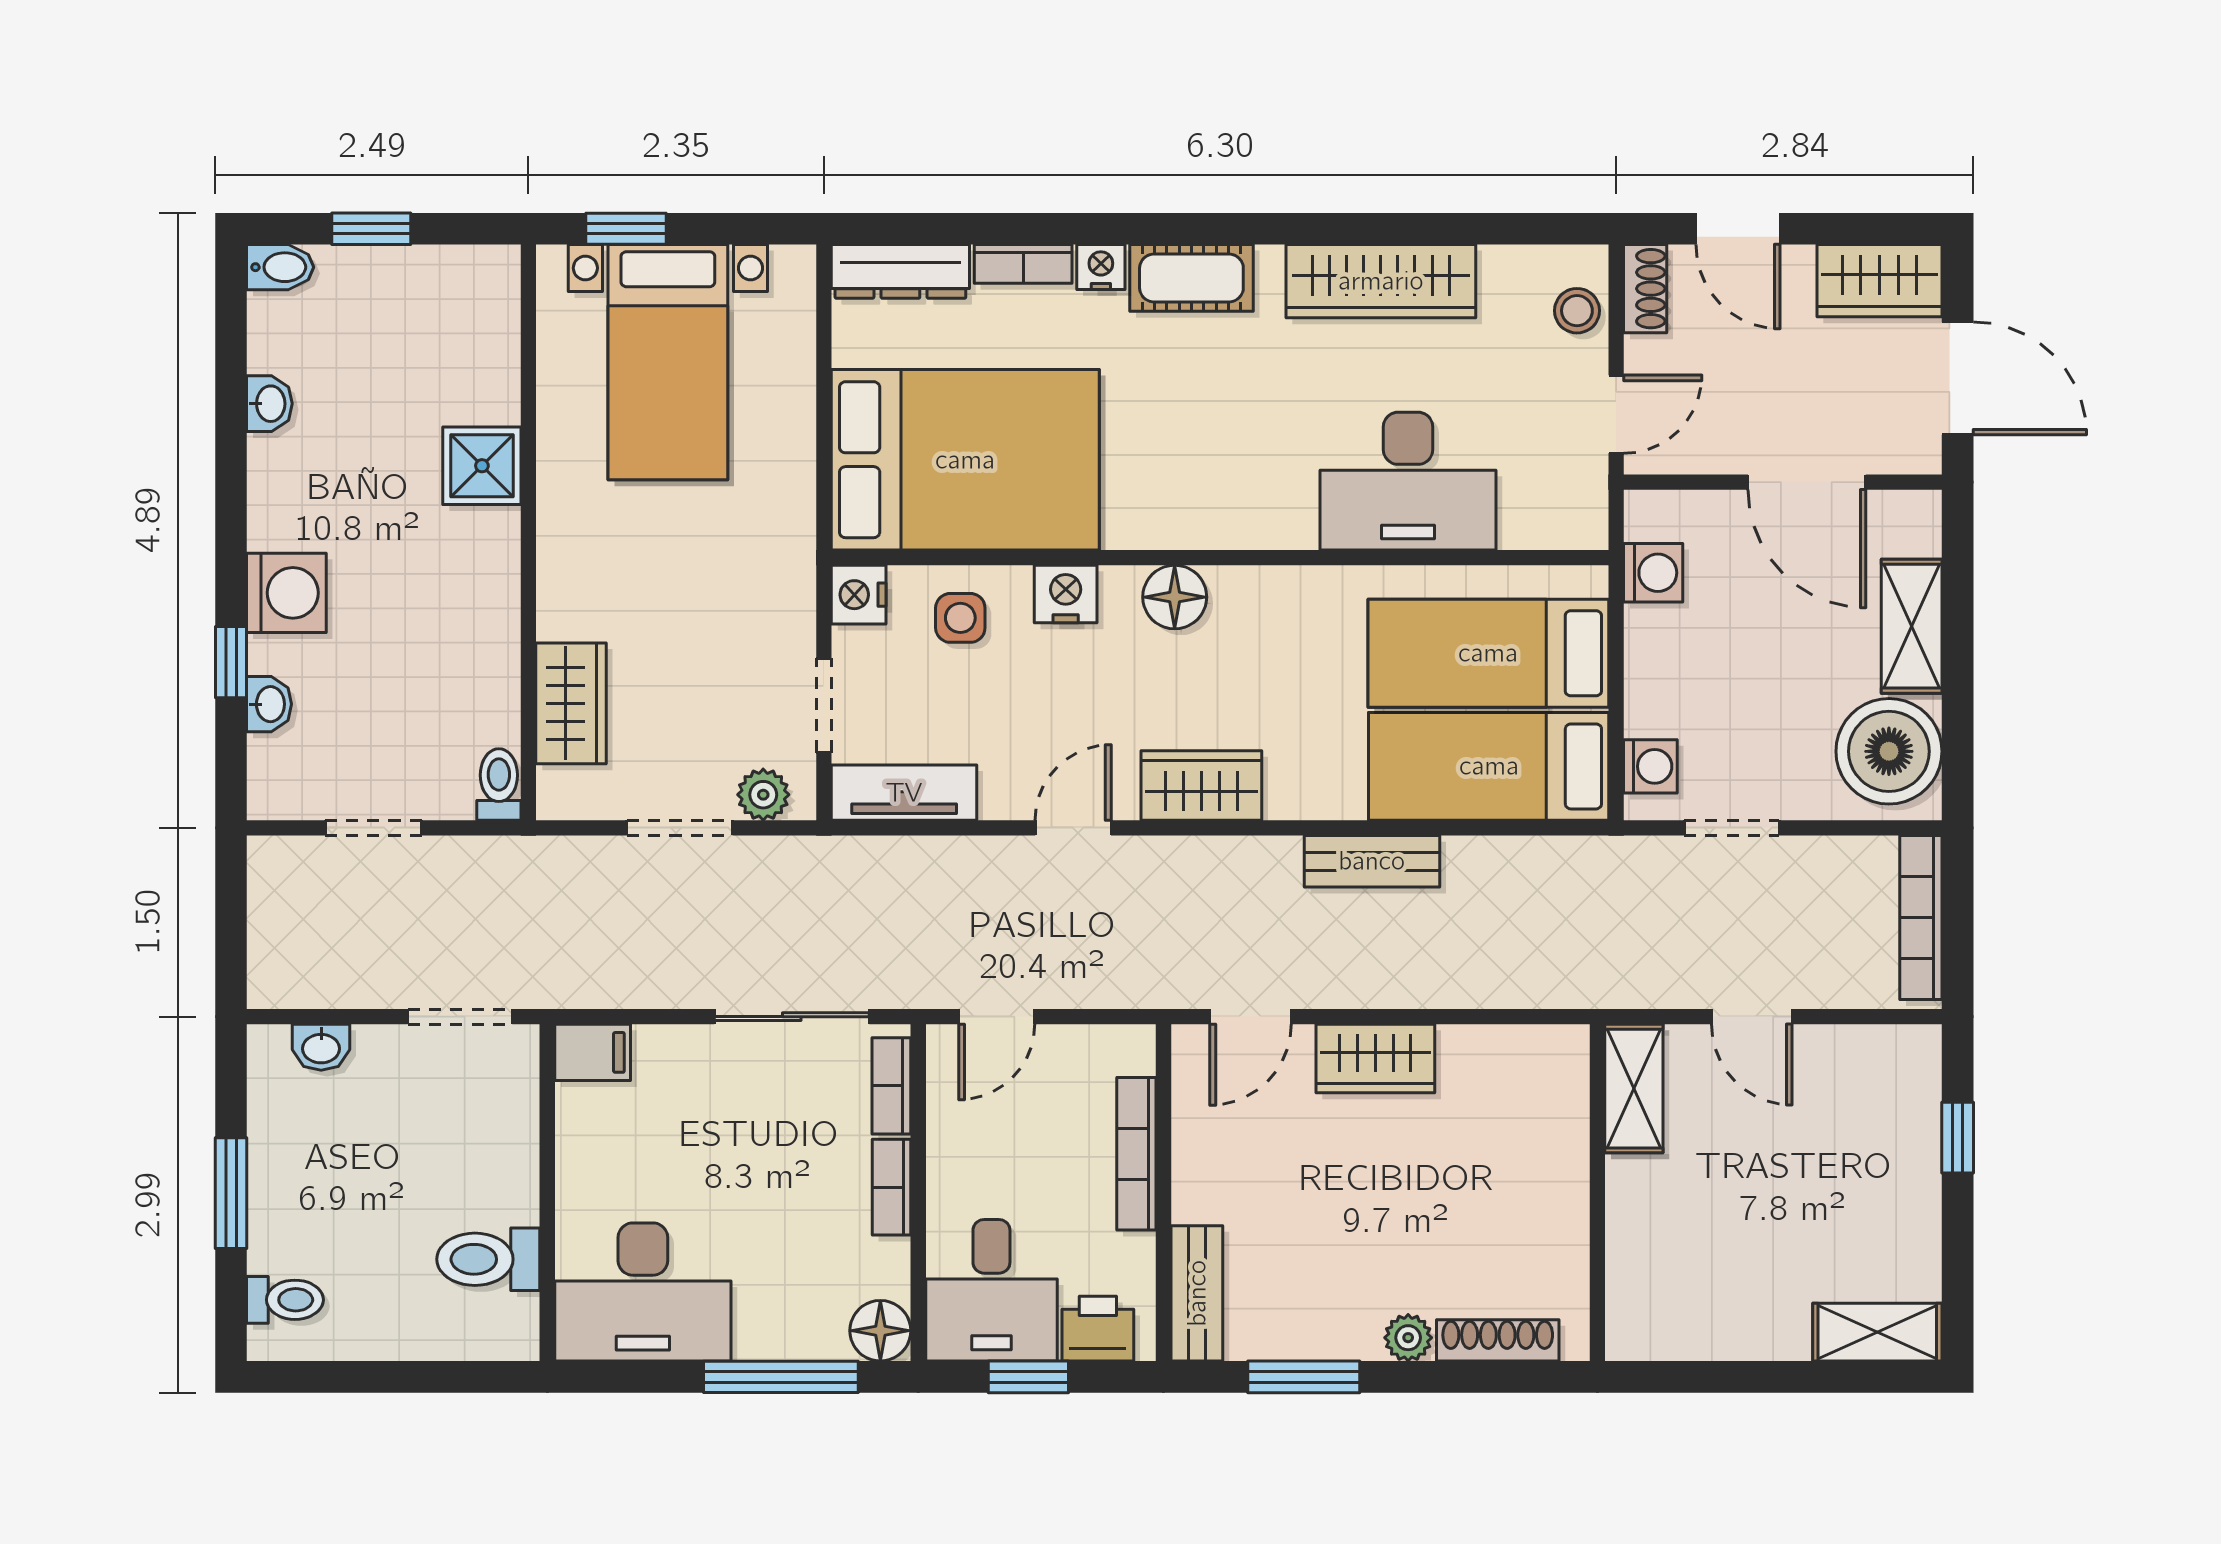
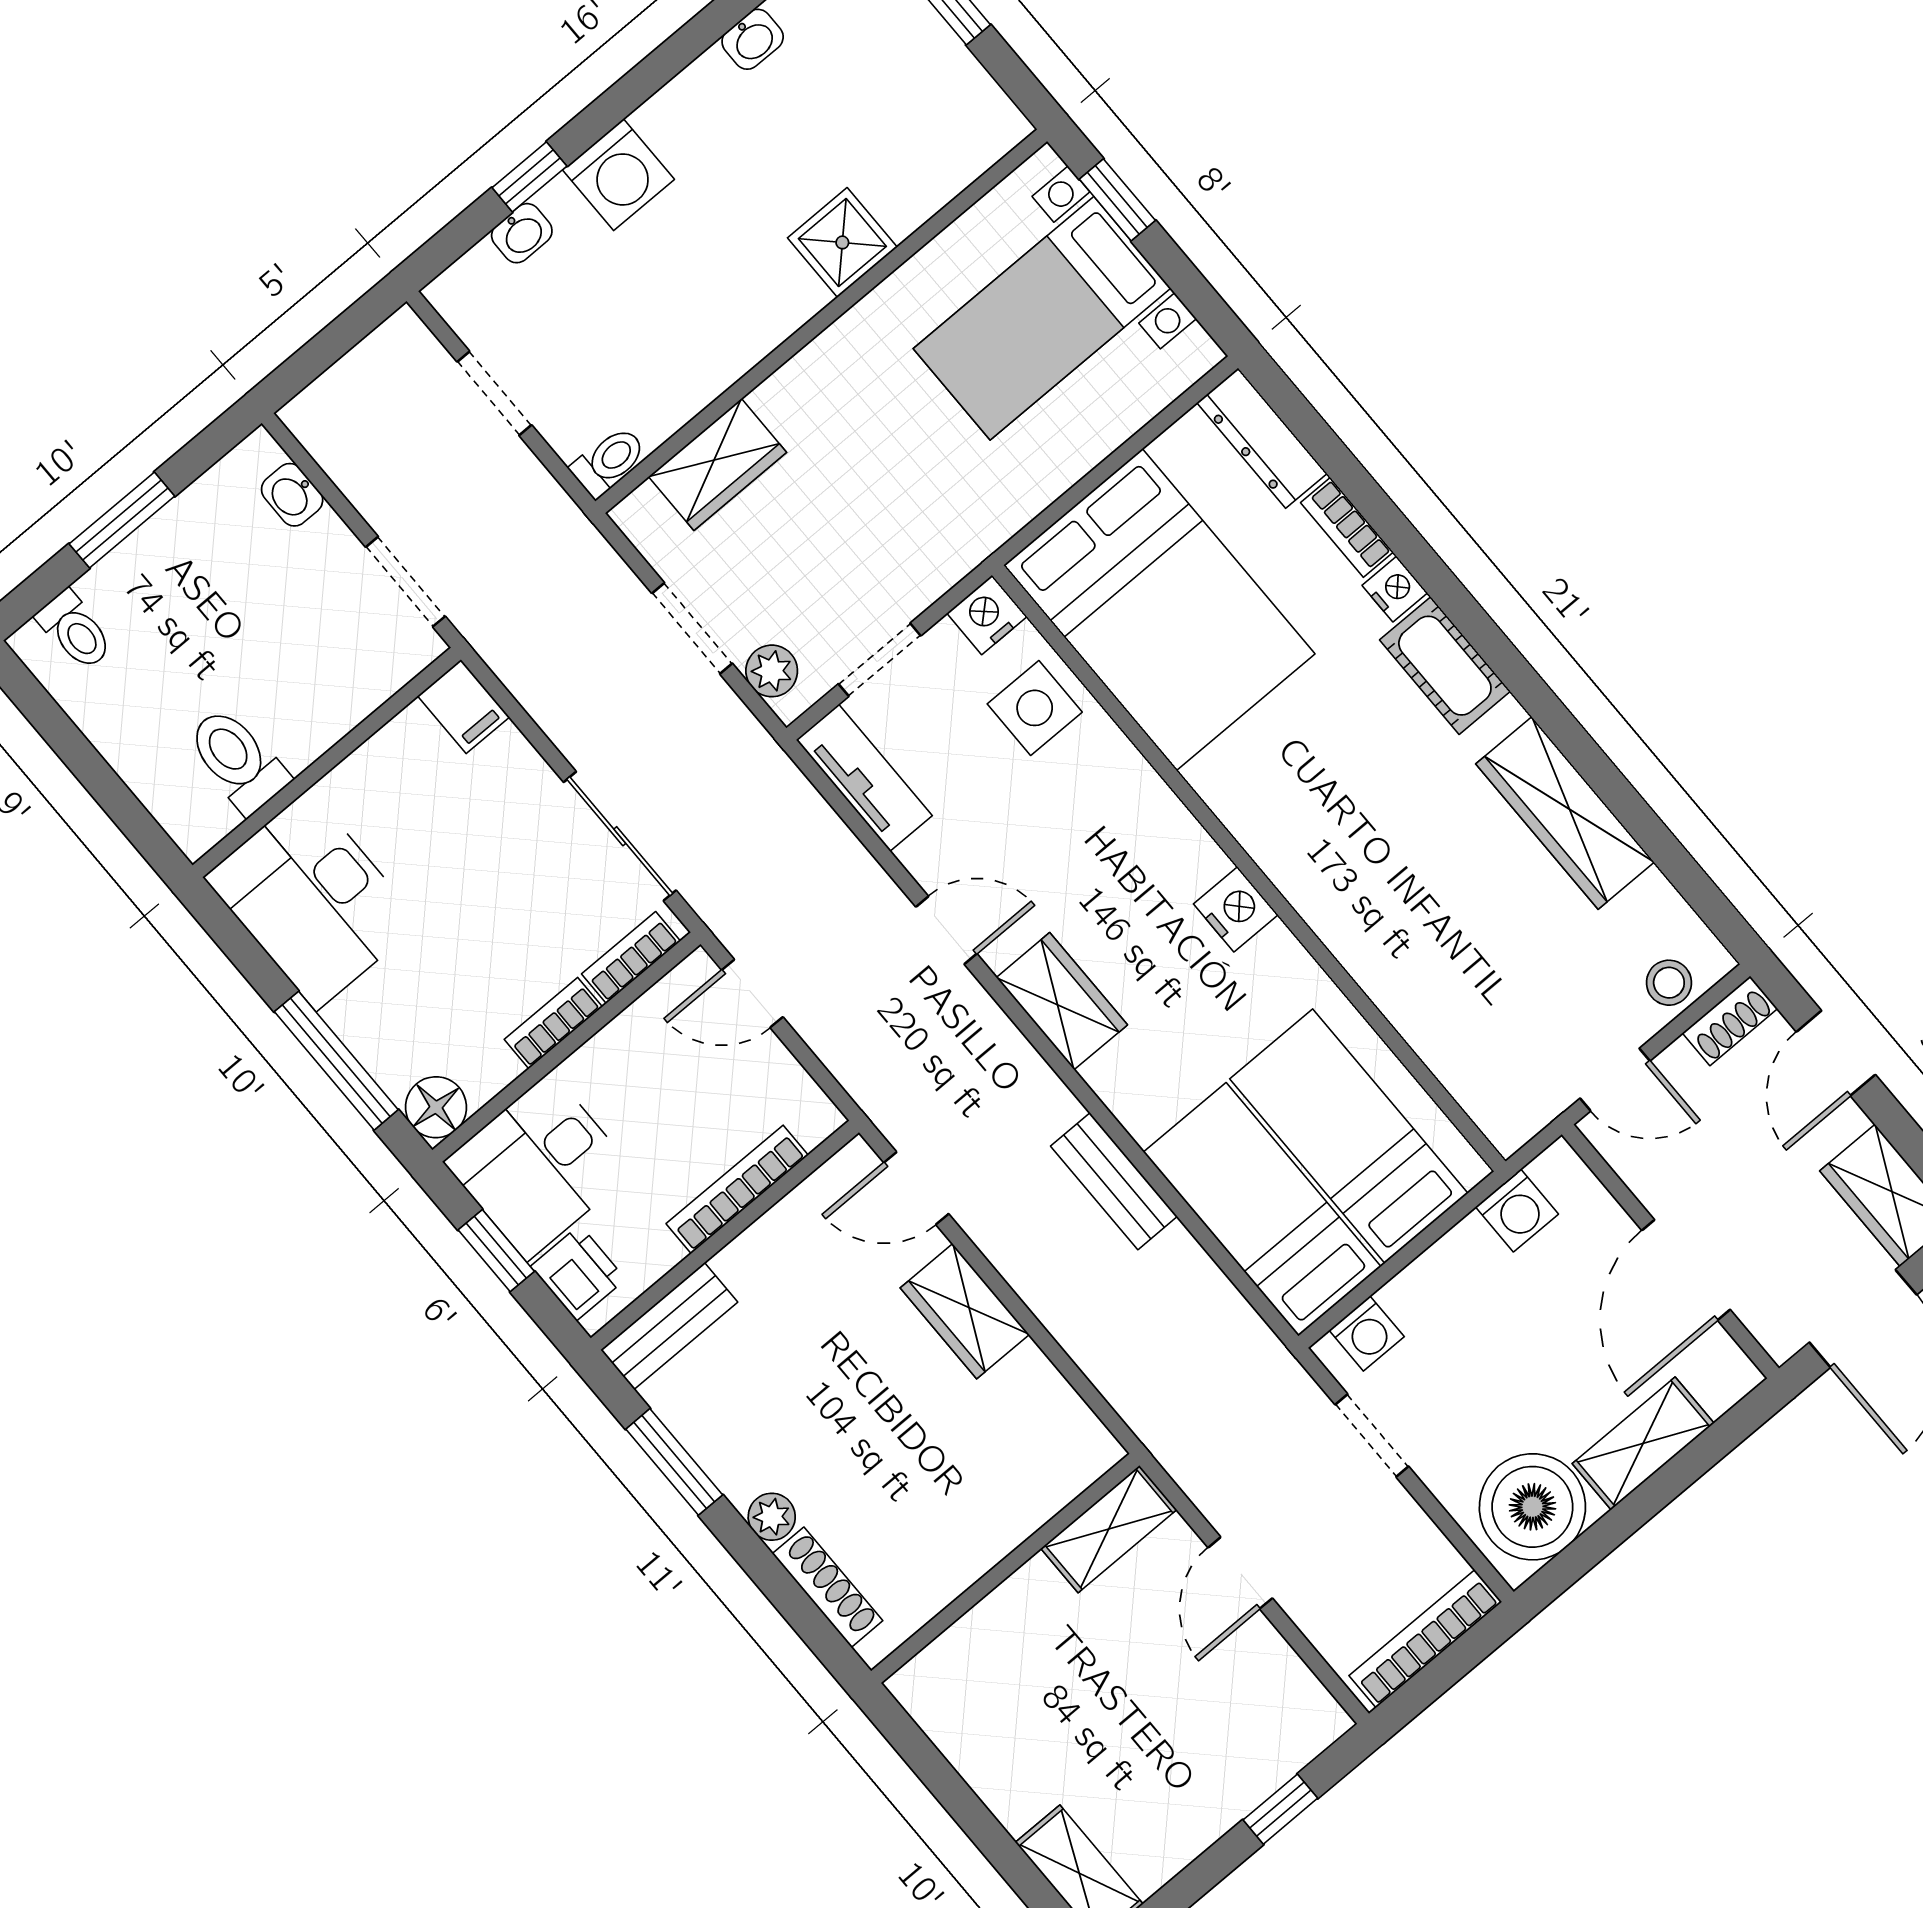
desk: (1408, 481) -> (1429, 963), removed
nightstand: (1066, 594) -> (1236, 909), moved
floor lamp: (1175, 597) -> (1189, 859), removed
side table: (960, 618) -> (1035, 708), width x1.37, depth x1.37

